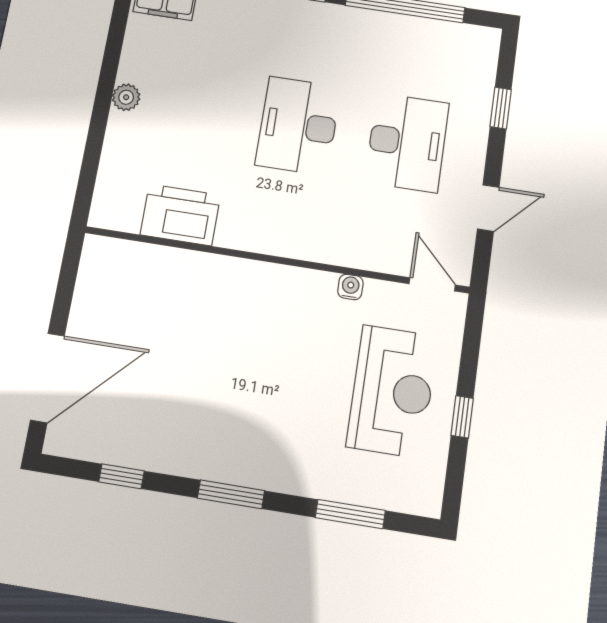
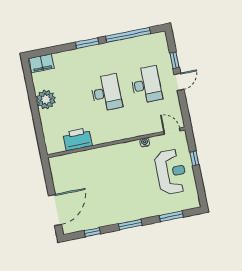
plant: (126, 97) -> (46, 99), width x1.88, depth x1.88
desk: (298, 126) -> (106, 93), turned 180
door: (488, 208) -> (179, 82), moved
window: (462, 417) -> (194, 158), moved

